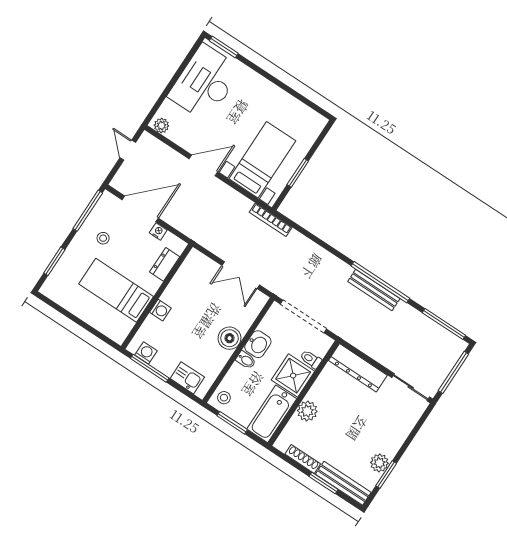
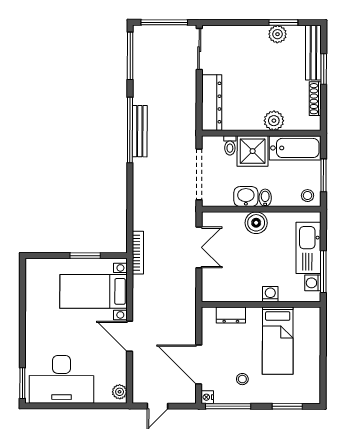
nightstand: (158, 231) -> (207, 397), moved
kitchen sink: (187, 378) -> (308, 248), width x1.88, depth x1.24

